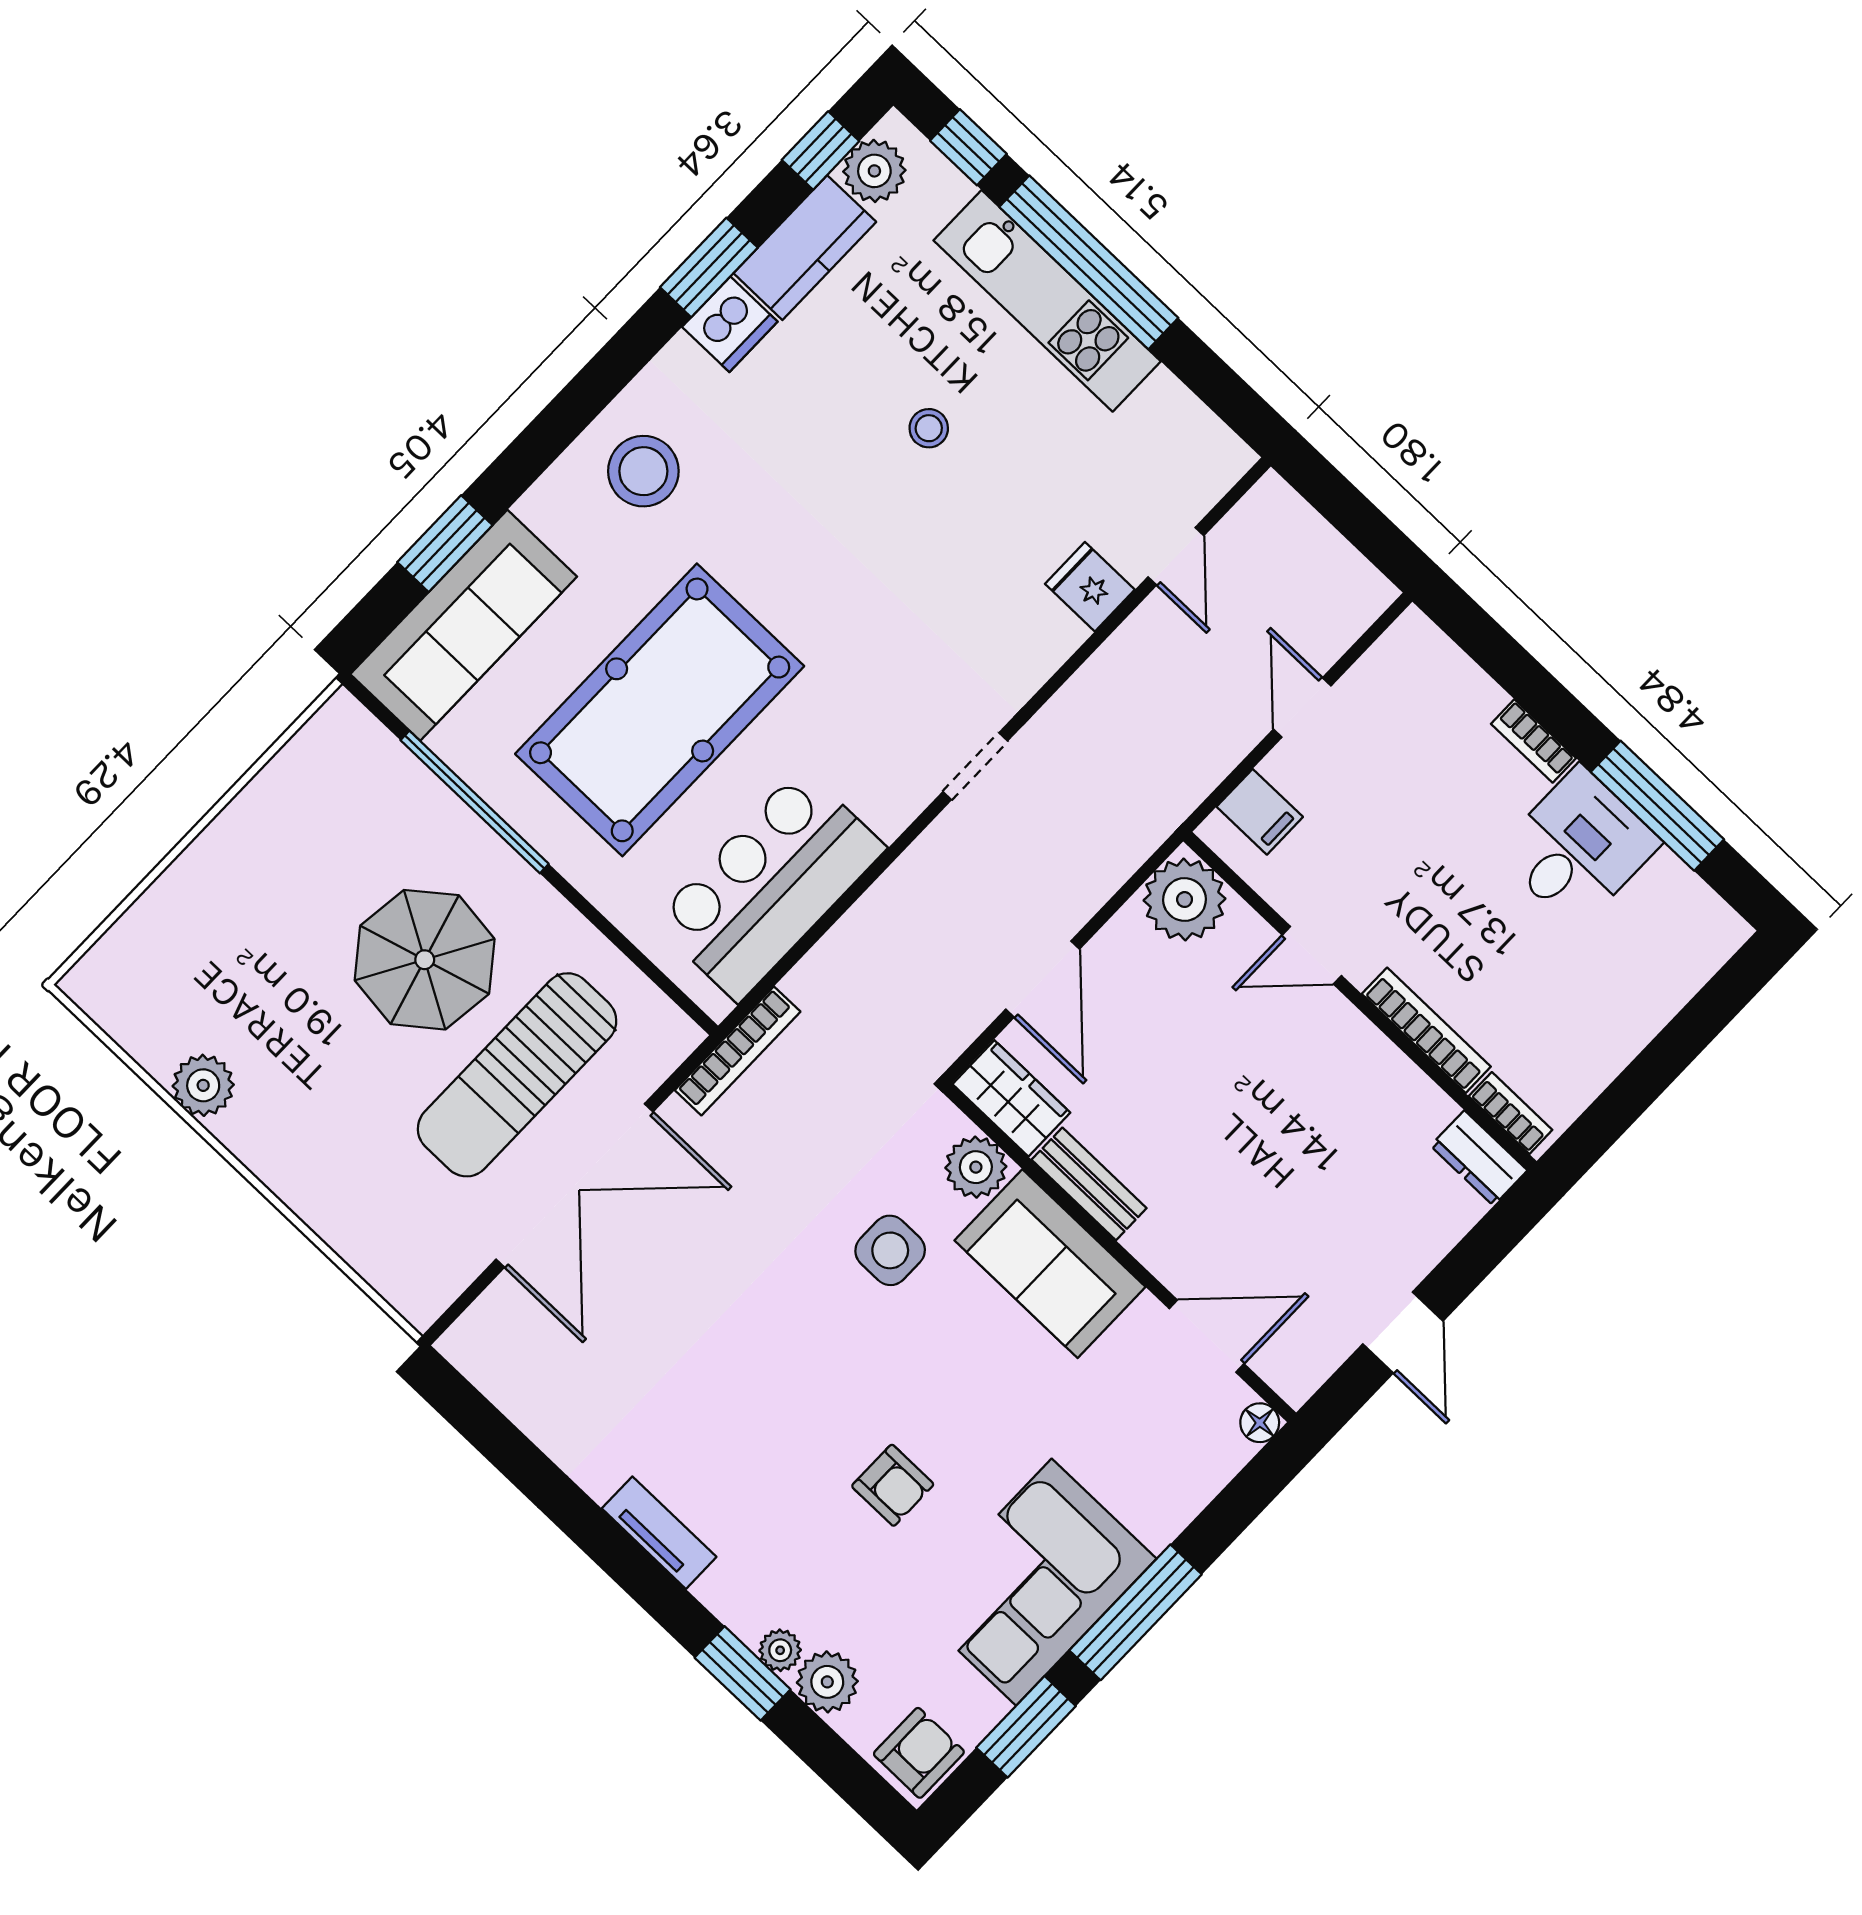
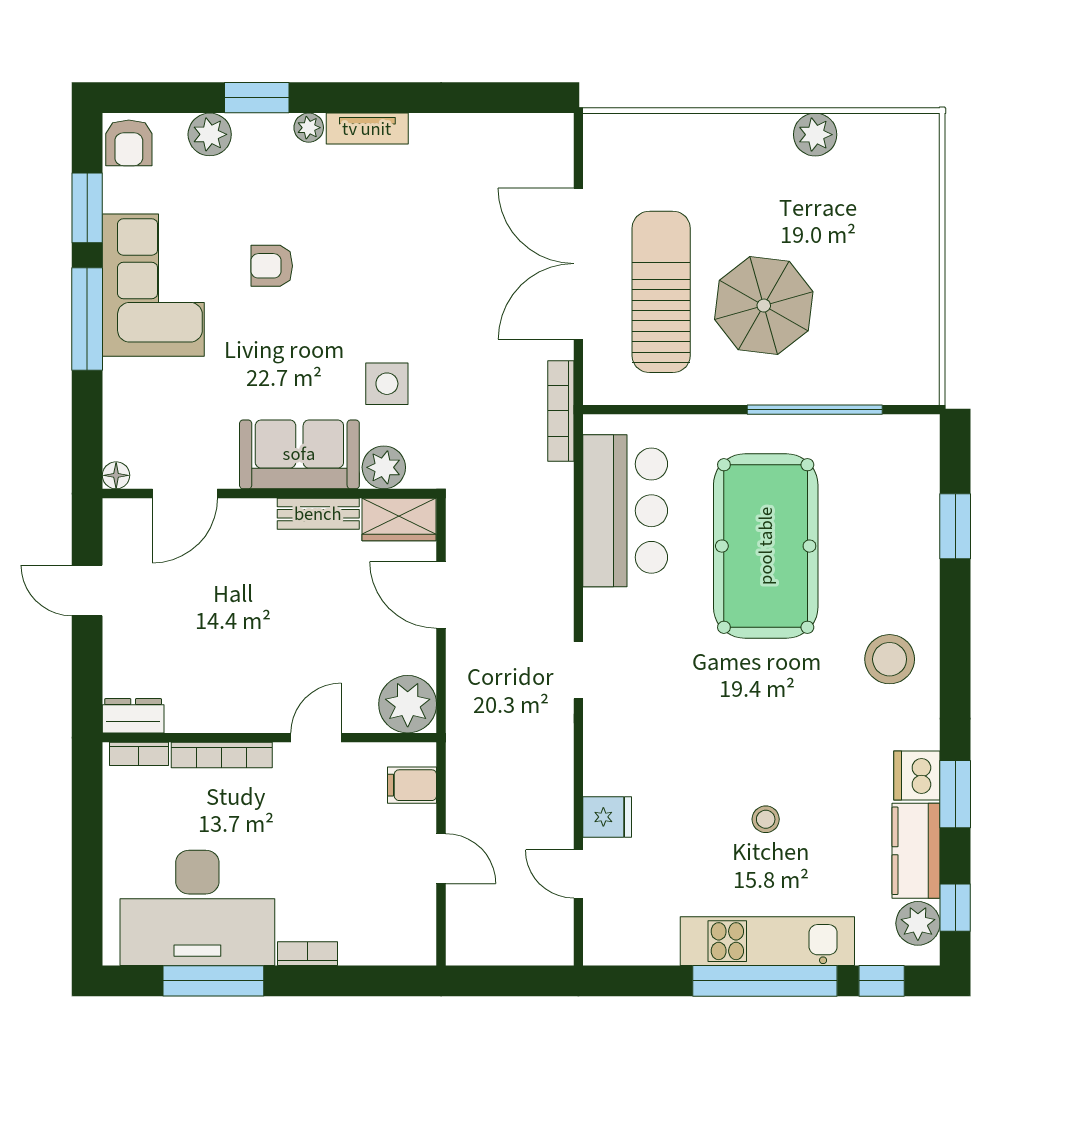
sofa: (464, 625) -> (906, 494), removed
desk: (1578, 848) -> (197, 908), width x1.87, depth x1.30
plant: (780, 1650) -> (309, 128), moved

